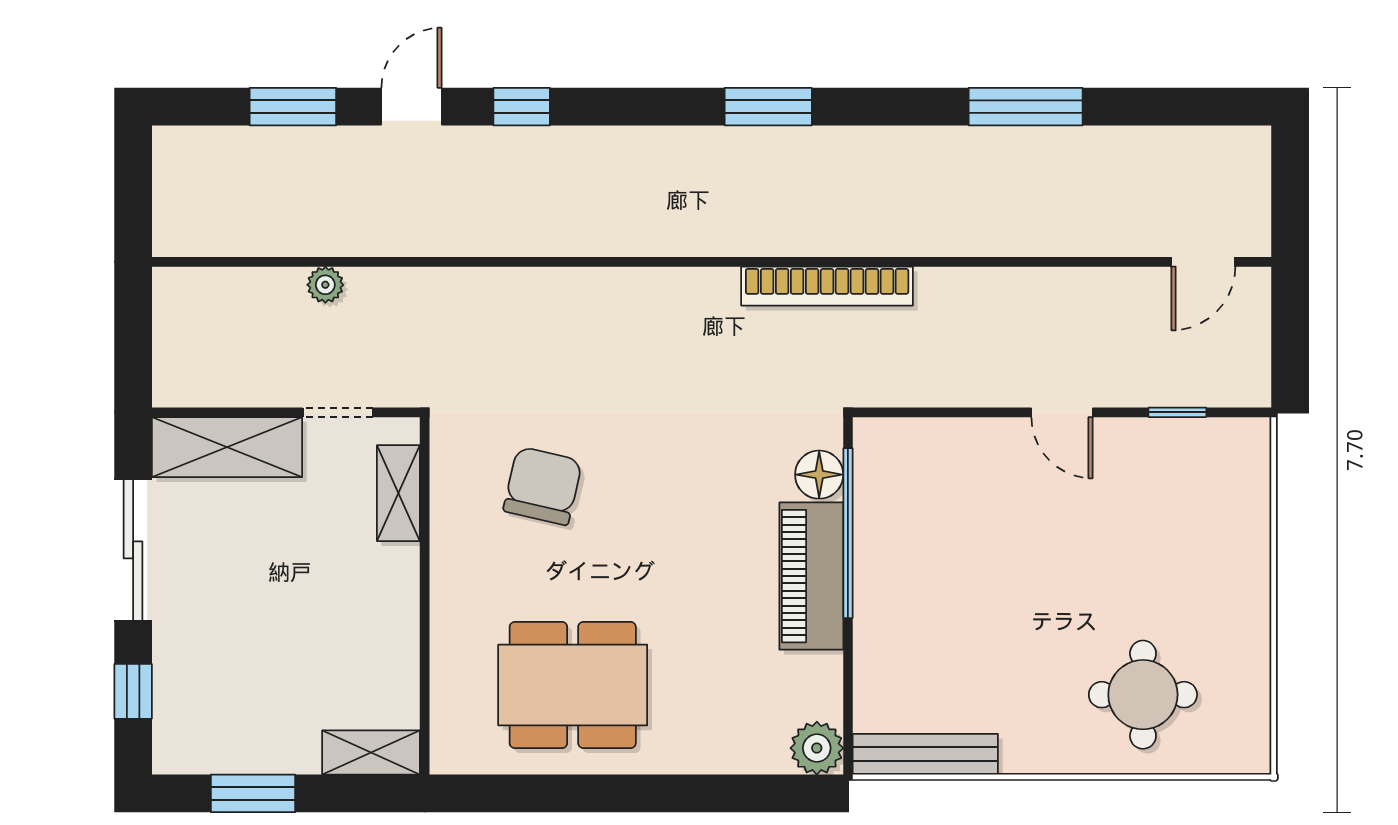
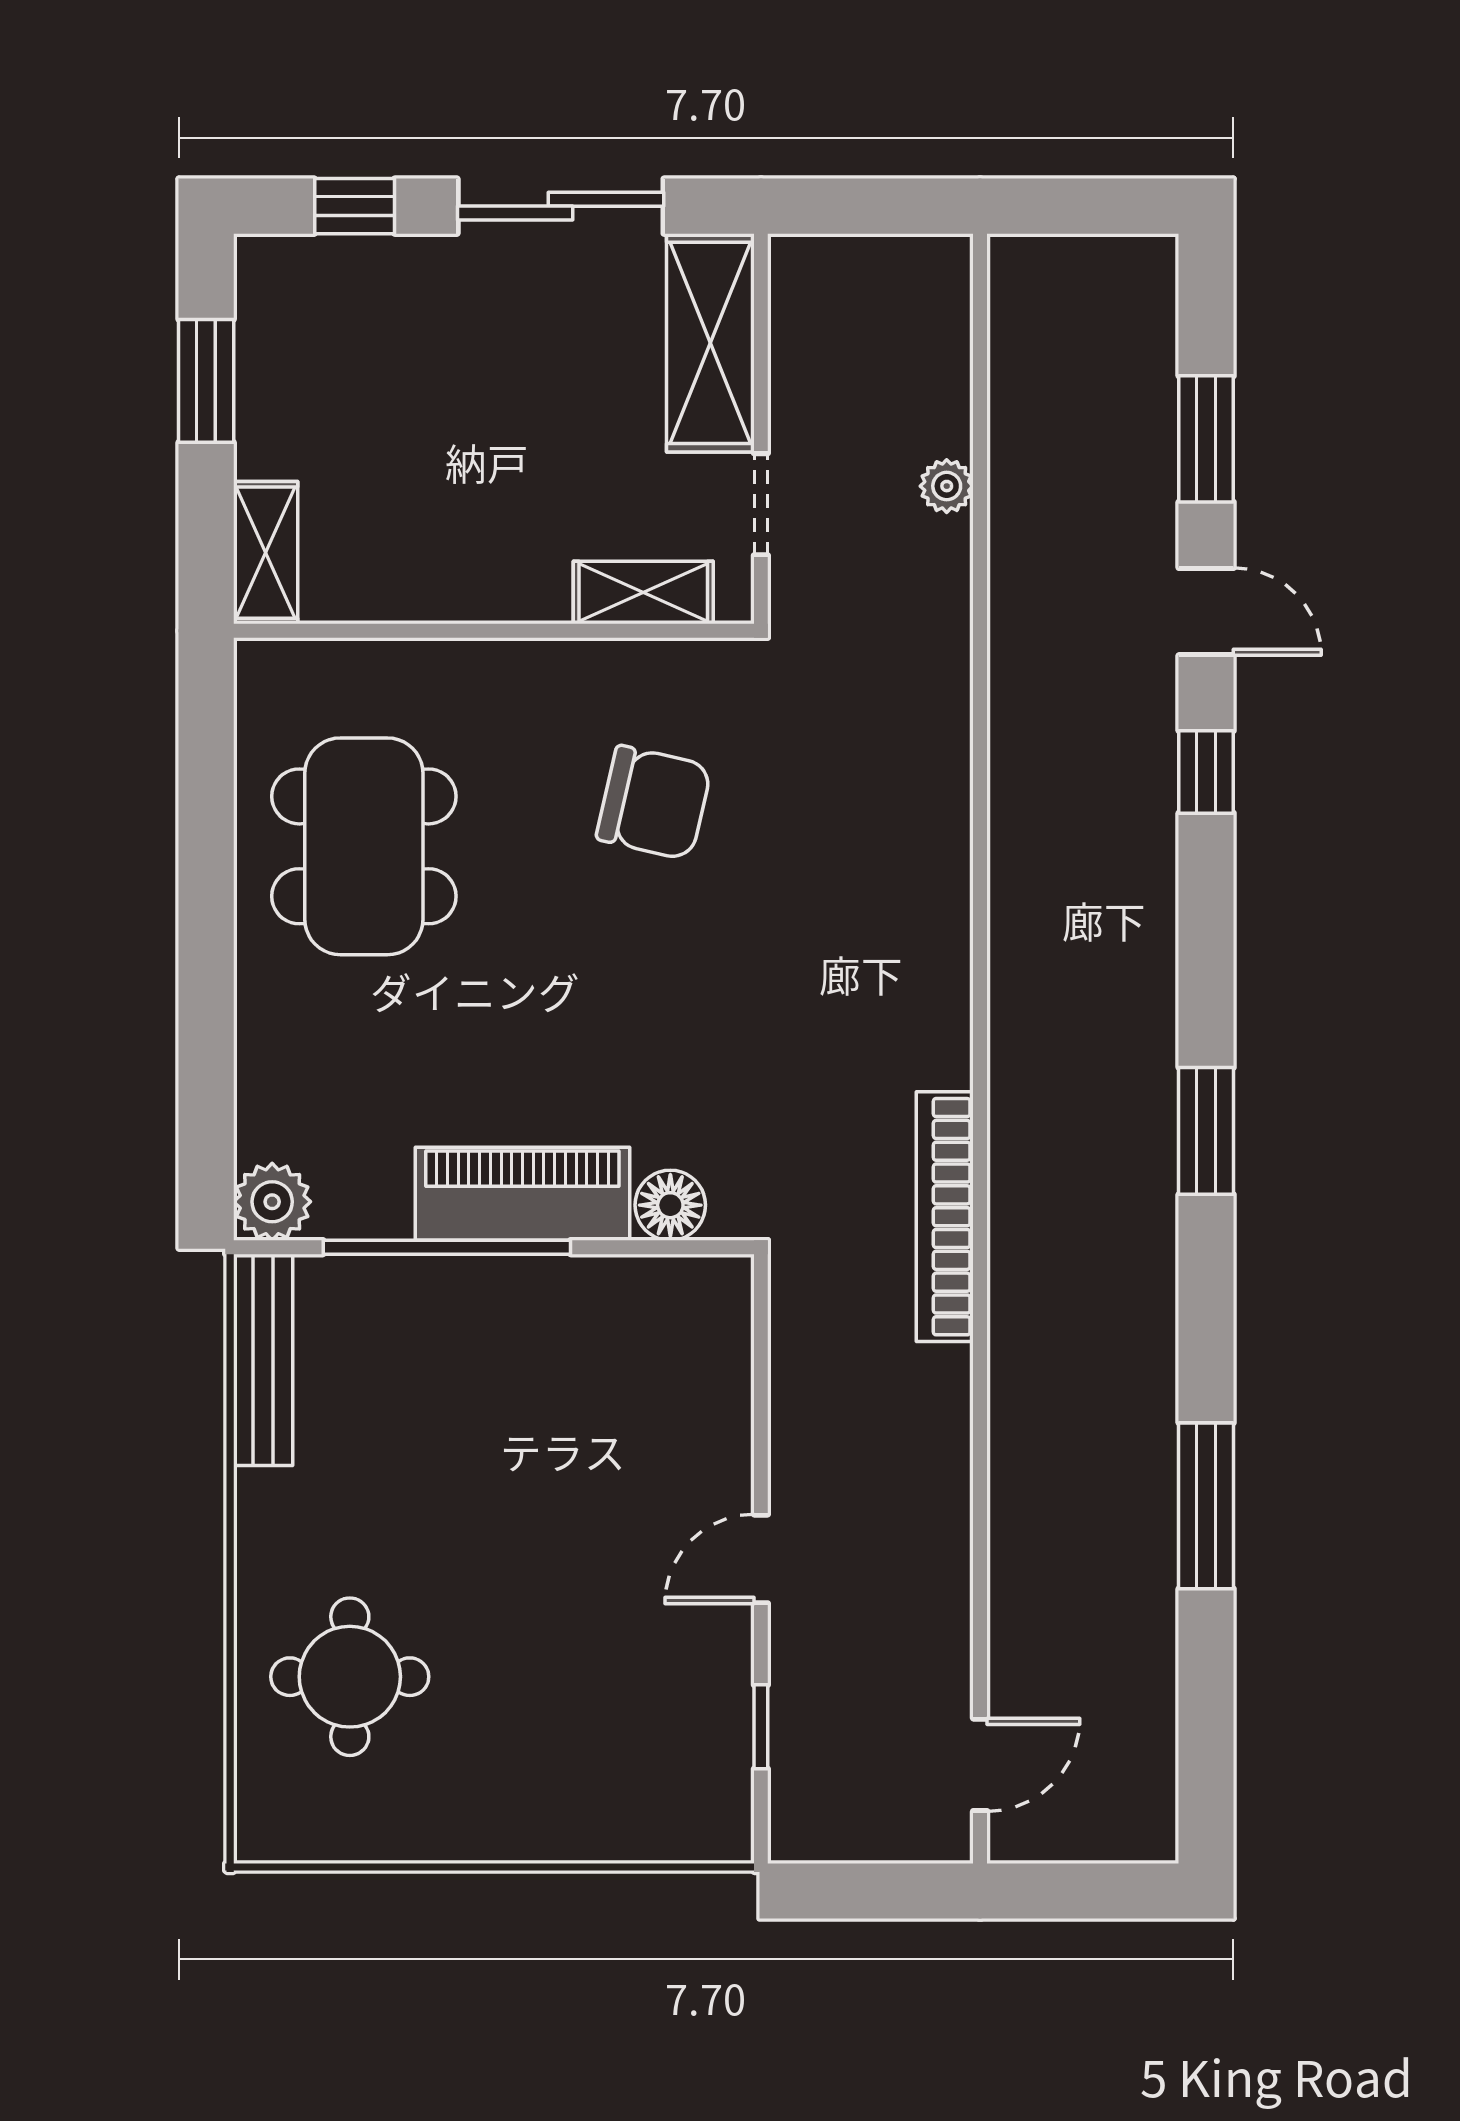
door: (1203, 262) -> (980, 1765), swing flipped
window: (848, 533) -> (447, 1247), moved

